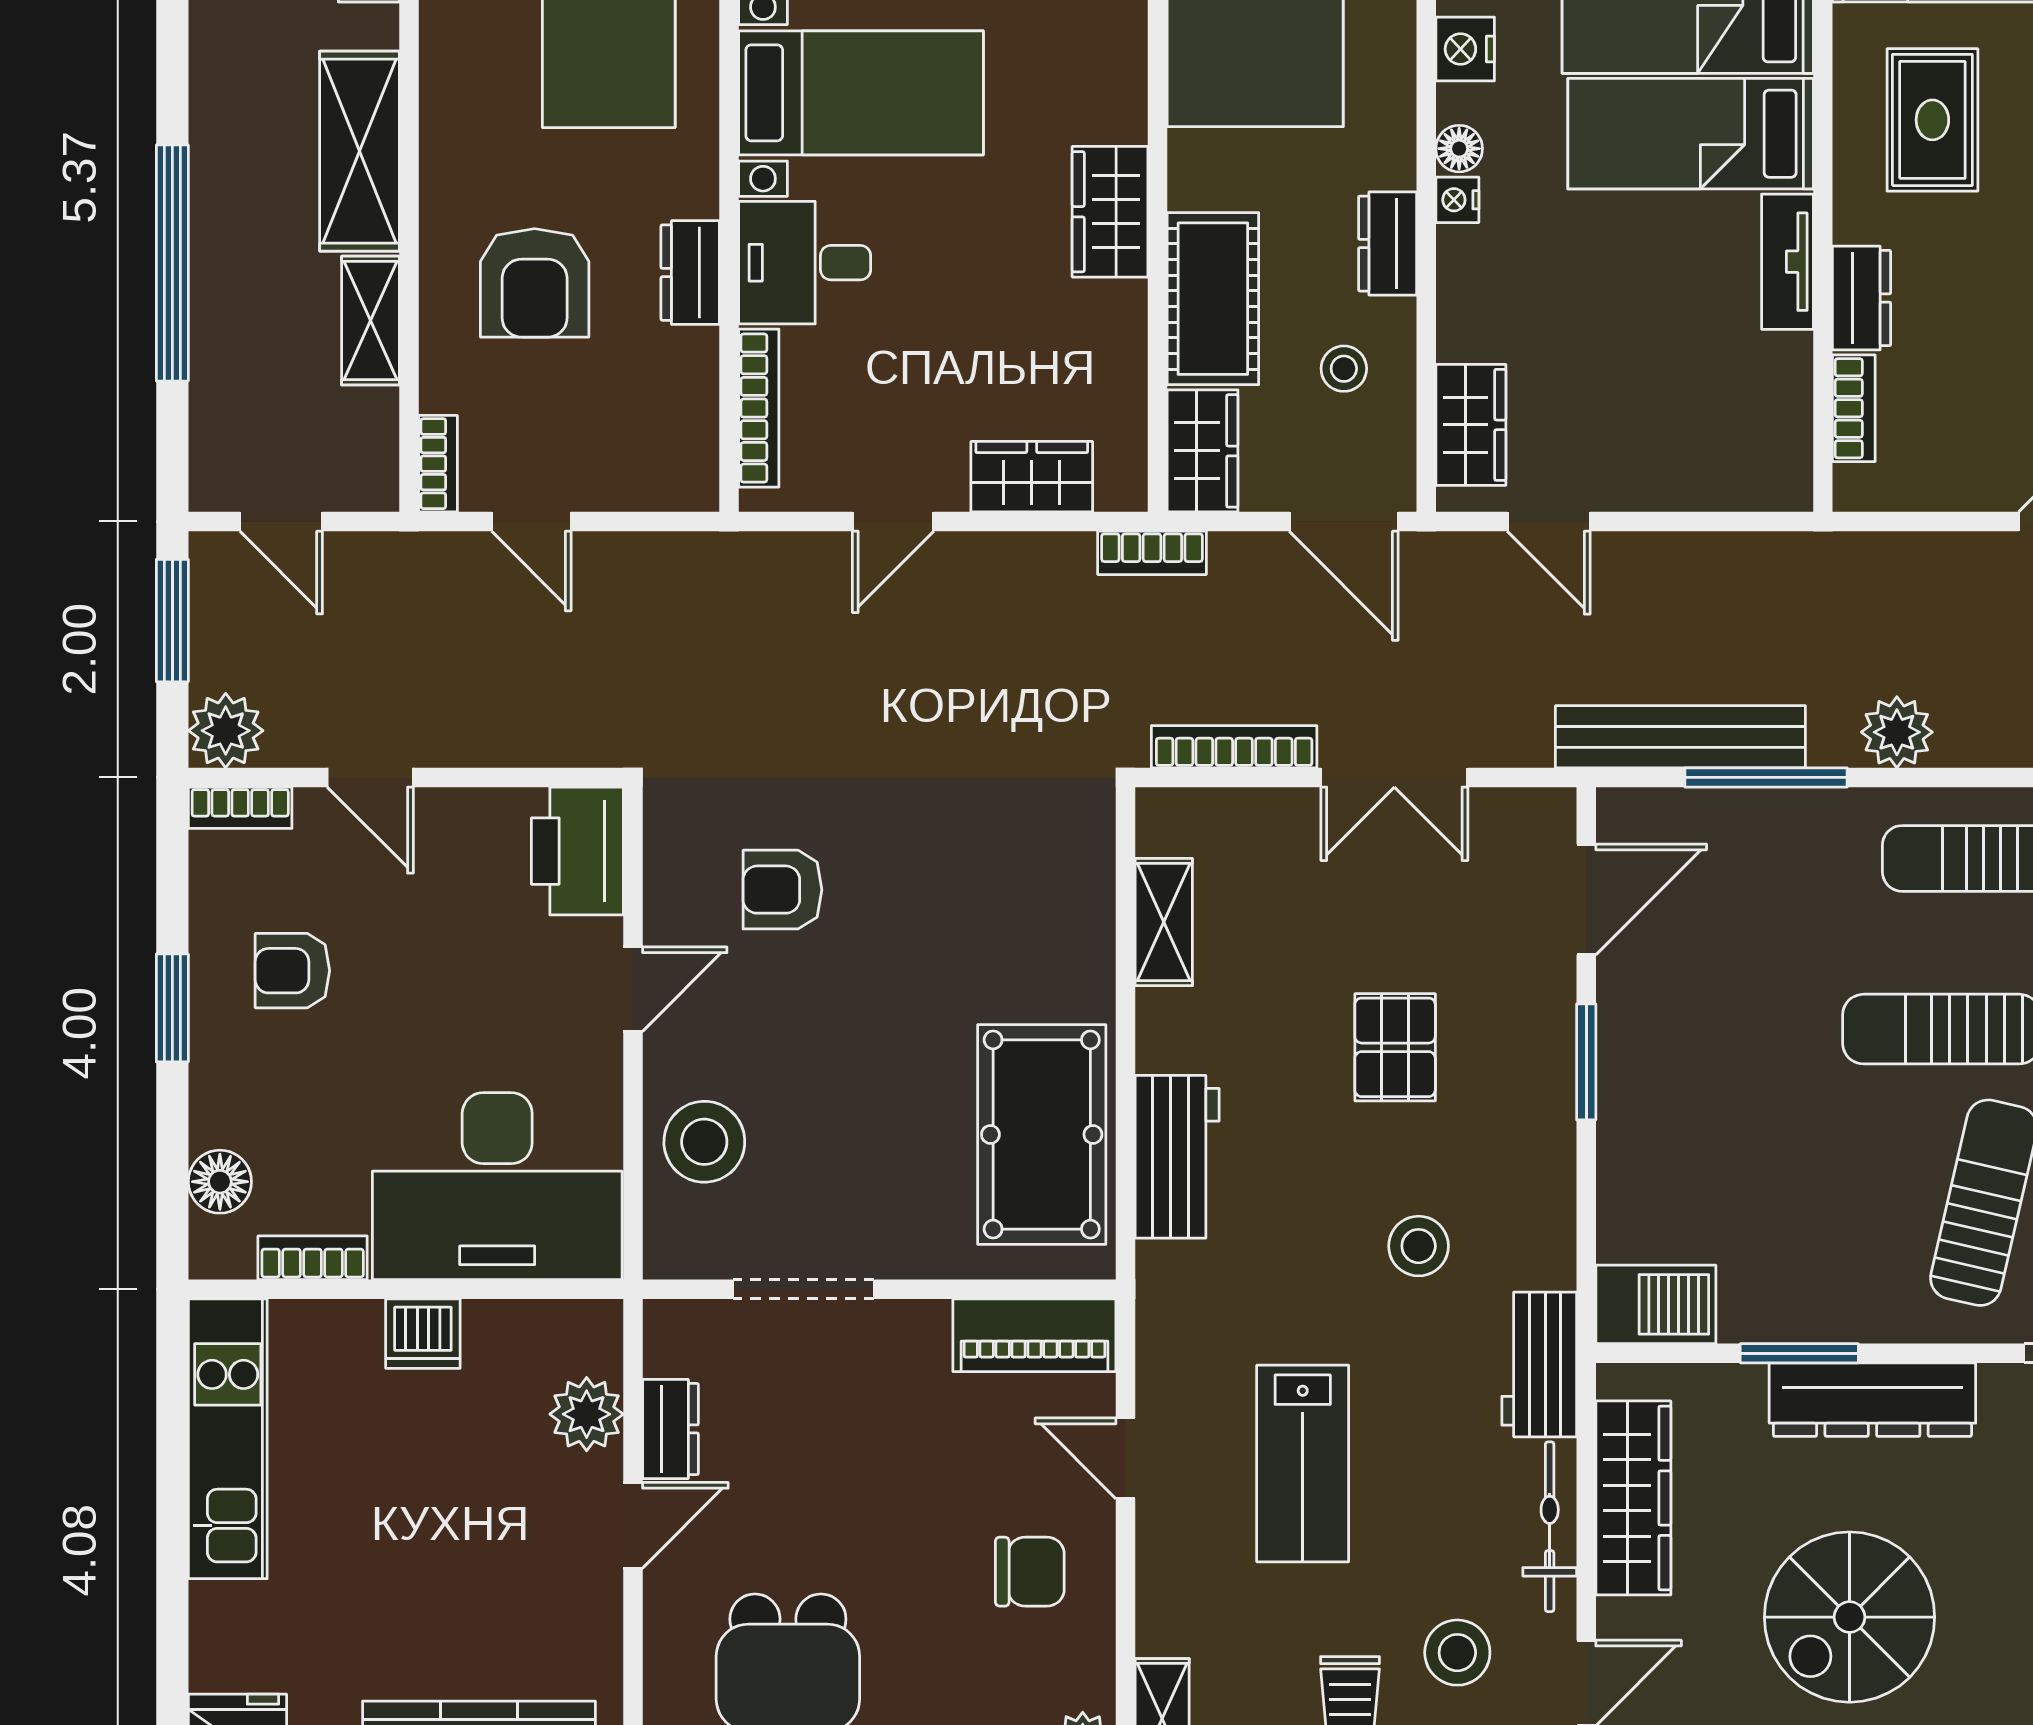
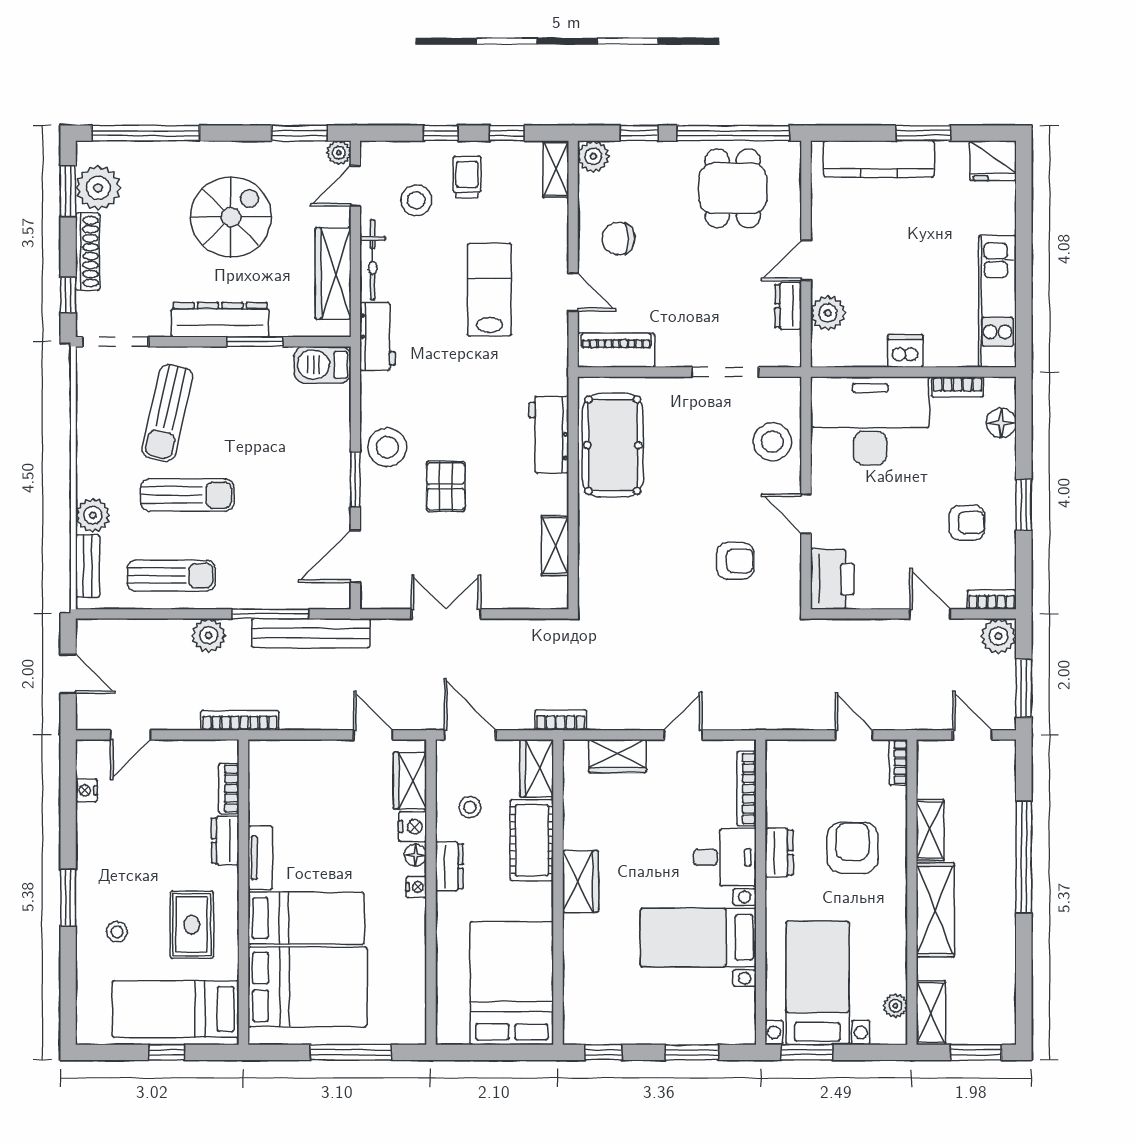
nightstand: (1465, 49) -> (413, 827), moved
floor lamp: (1459, 149) -> (415, 855), moved
bookcase: (1234, 747) -> (240, 720), moved, turned 180
door: (633, 989) -> (806, 514), hinge flipped
stool: (1419, 1246) -> (387, 447), moved, width x1.38, depth x1.38

